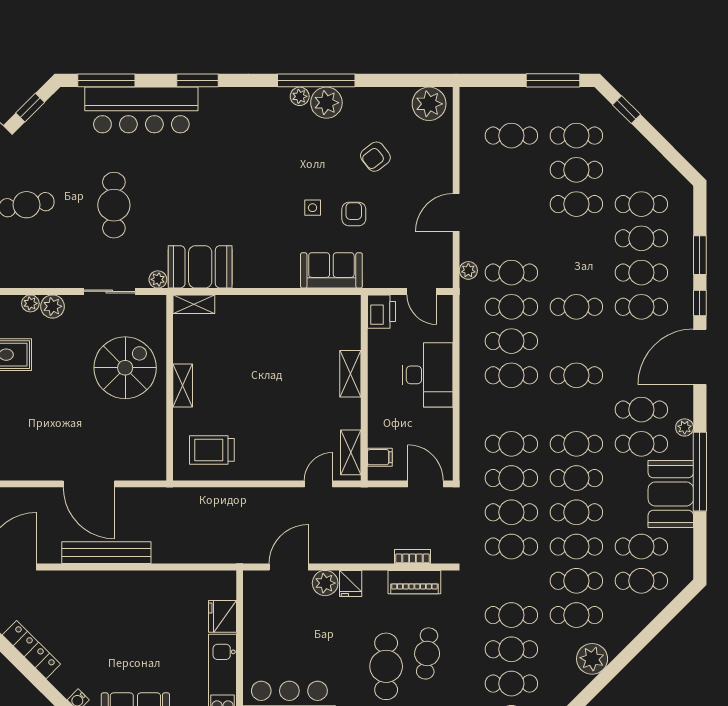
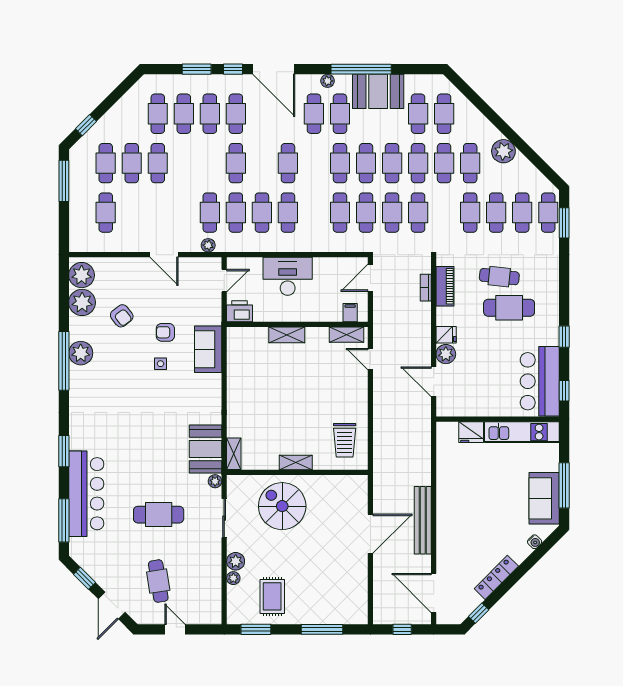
plant: (300, 96) -> (82, 302), moved, width x1.87, depth x1.87

